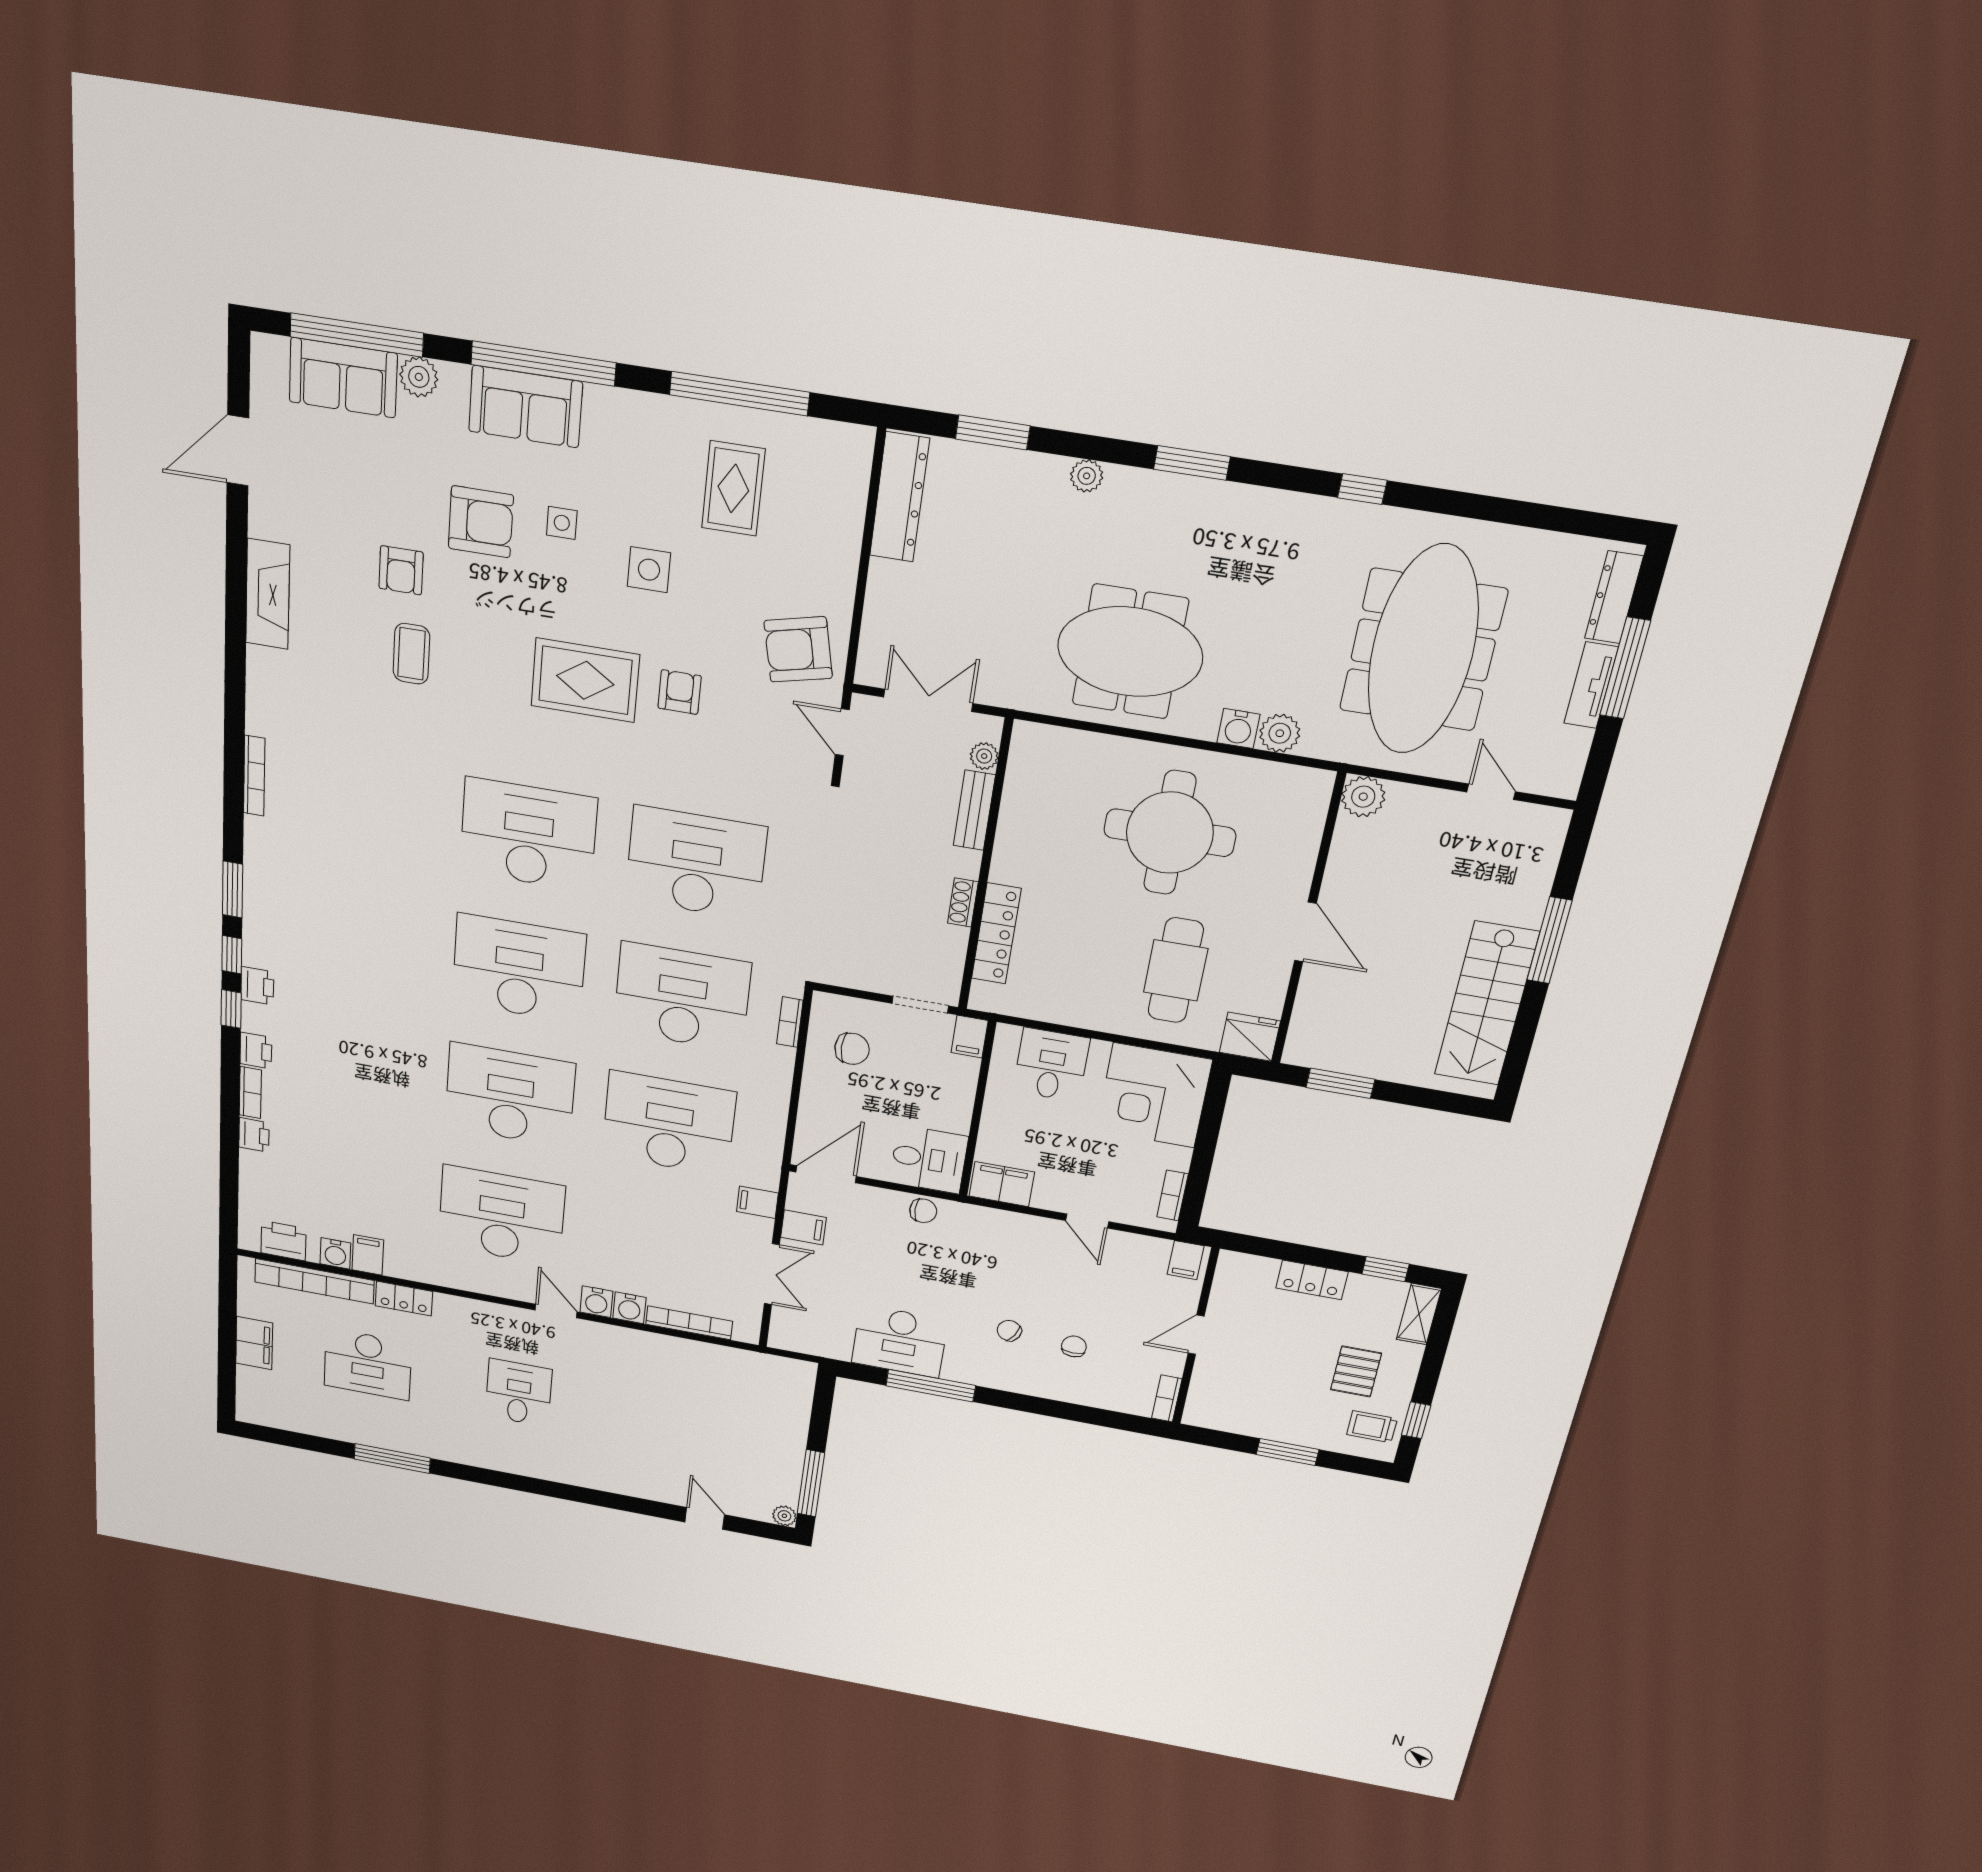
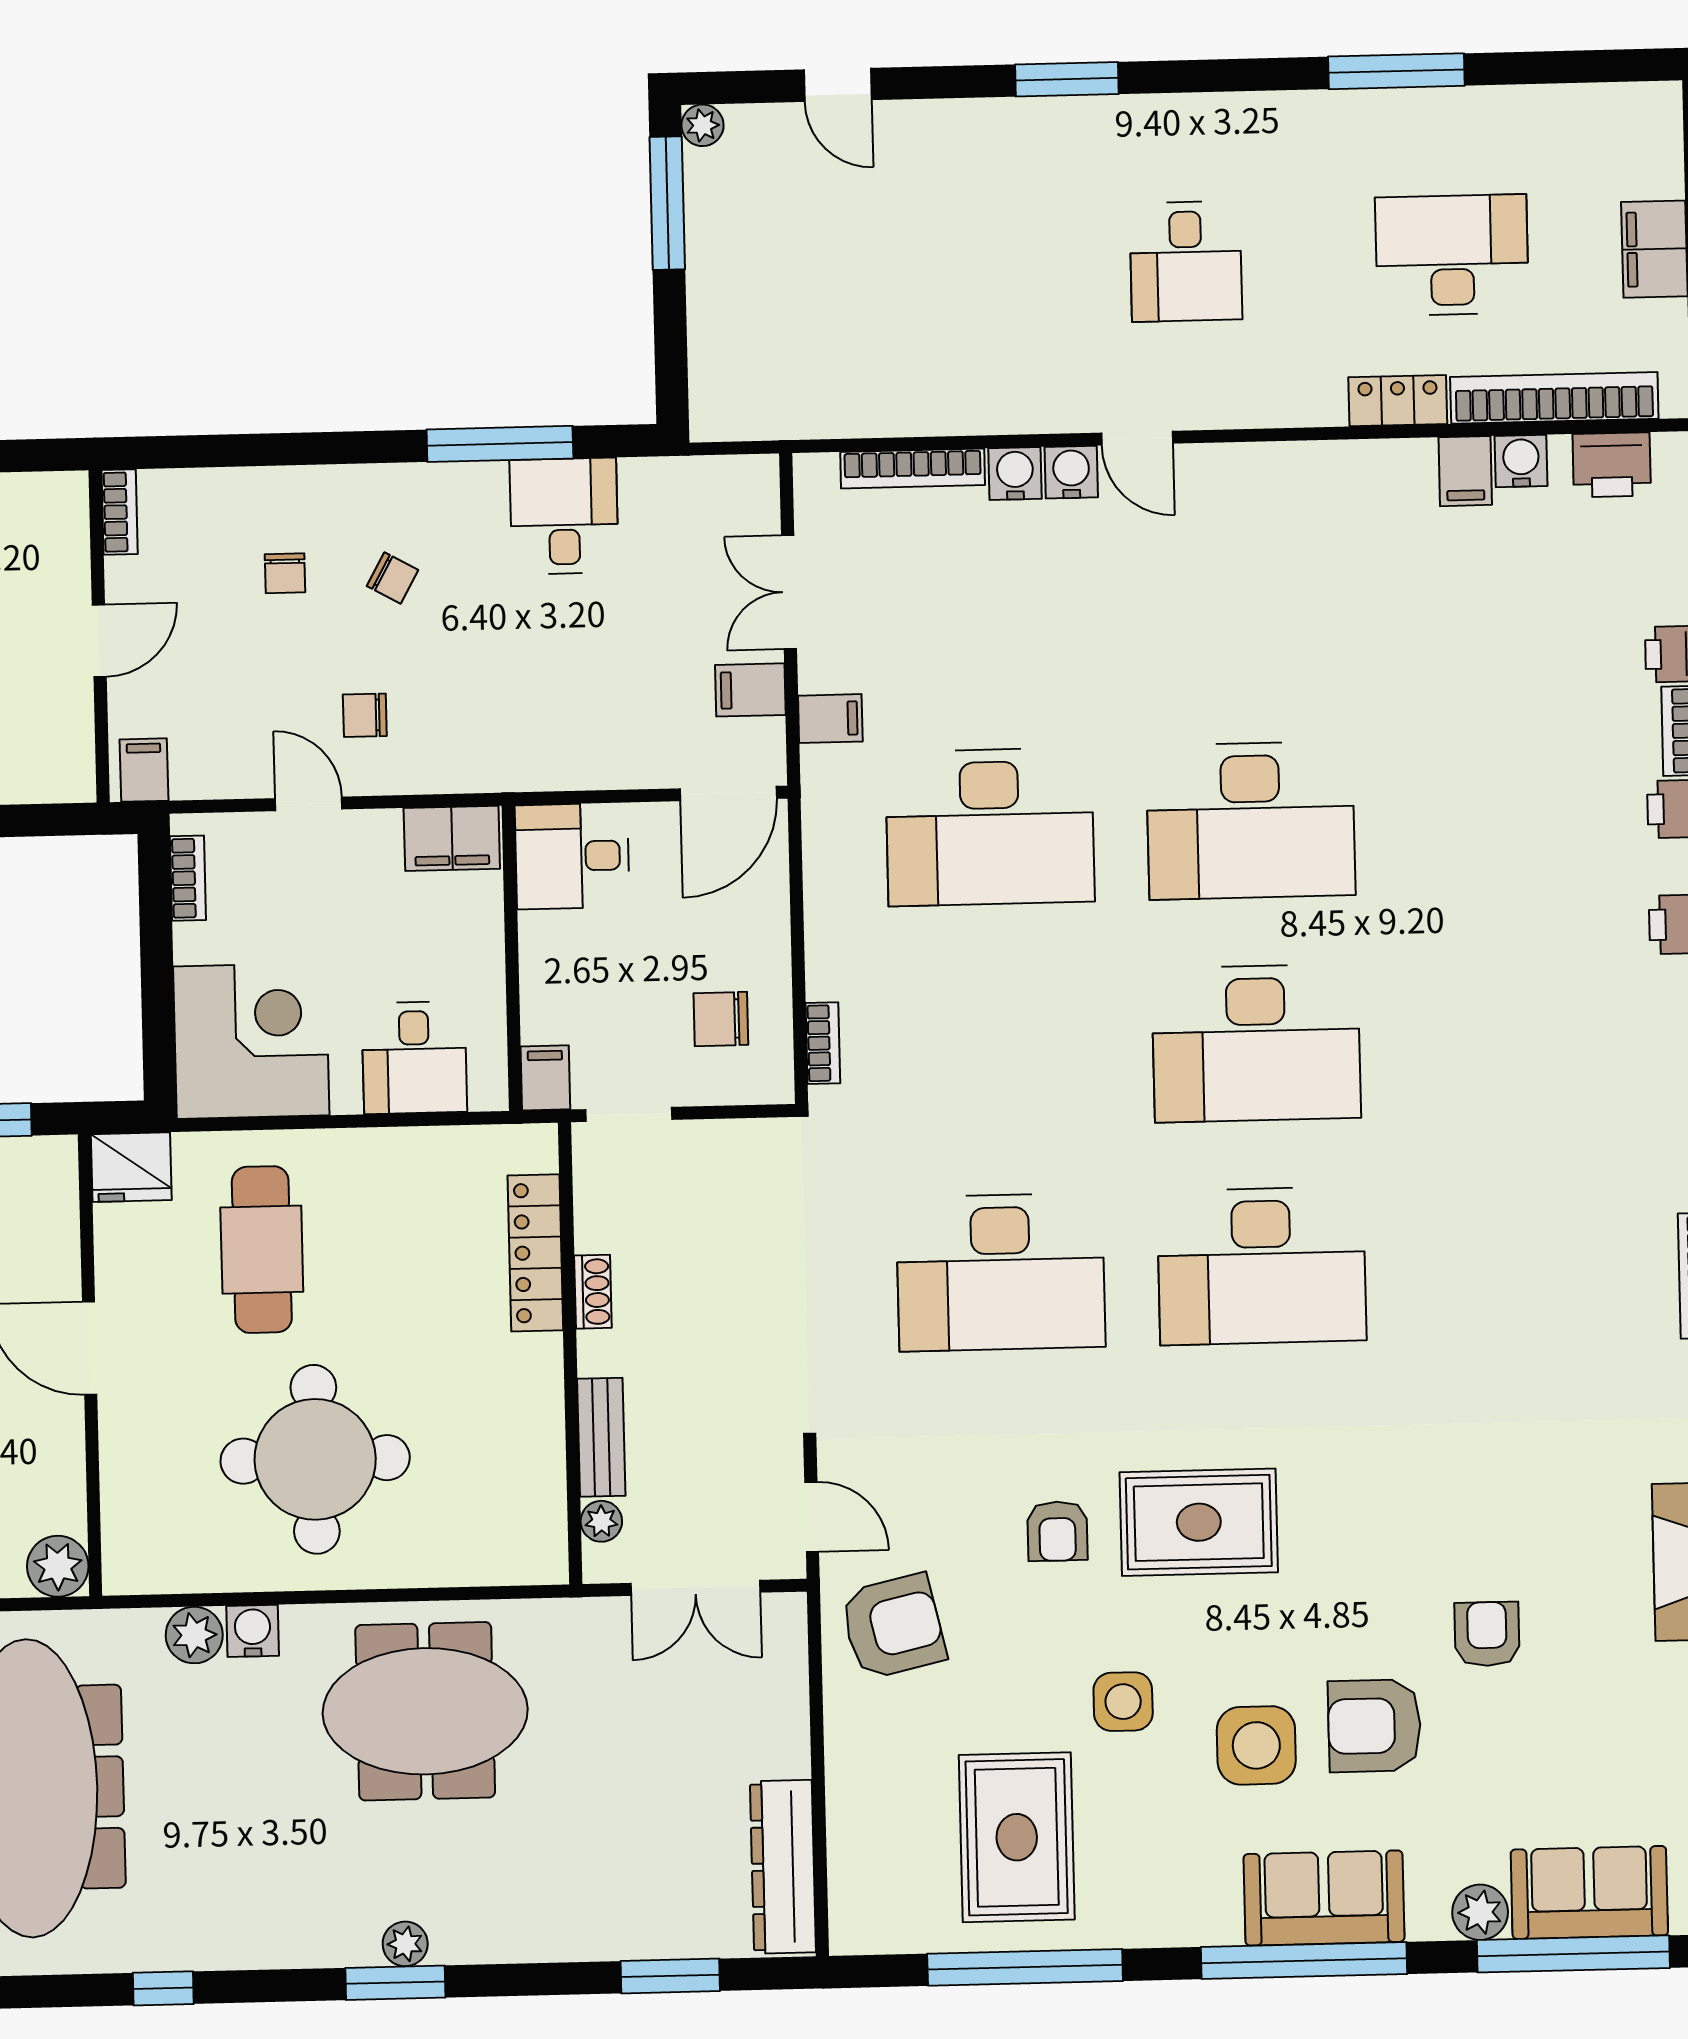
plant: (1087, 476) -> (405, 1944), moved
rug: (733, 489) -> (1017, 1837), width x1.36, depth x1.43
side table: (562, 523) -> (1256, 1745), width x1.87, depth x1.87
coffee table: (411, 654) -> (1463, 1513), removed
desk: (682, 997) -> (995, 1050), removed
chair: (923, 1211) -> (365, 715), moved
desk: (501, 1216) -> (1245, 598), removed
desk: (900, 1341) -> (564, 516), width x0.73
window: (576, 1494) -> (1067, 79), added

